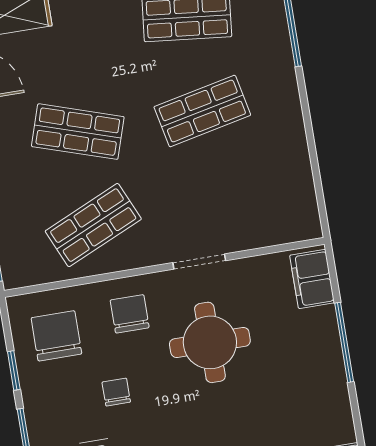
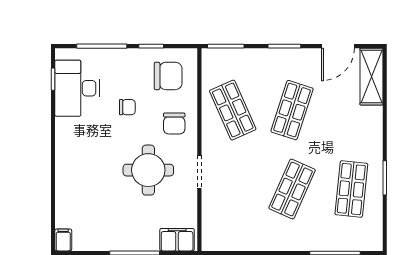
shop shelf: (202, 111) -> (292, 189), turned 36
chair: (130, 314) -> (174, 123), turned 90

